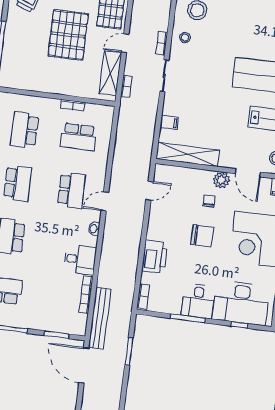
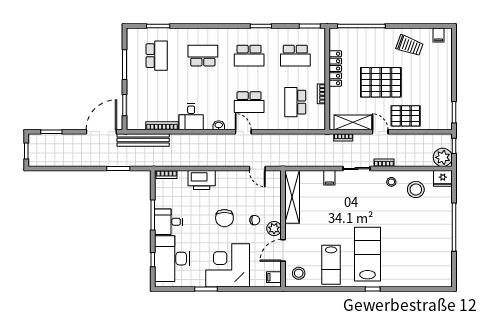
locker: (45, 86) -> (335, 68), added
filing cabinet: (169, 122) -> (329, 178), moved
school desk: (25, 130) -> (295, 56), turned 180

